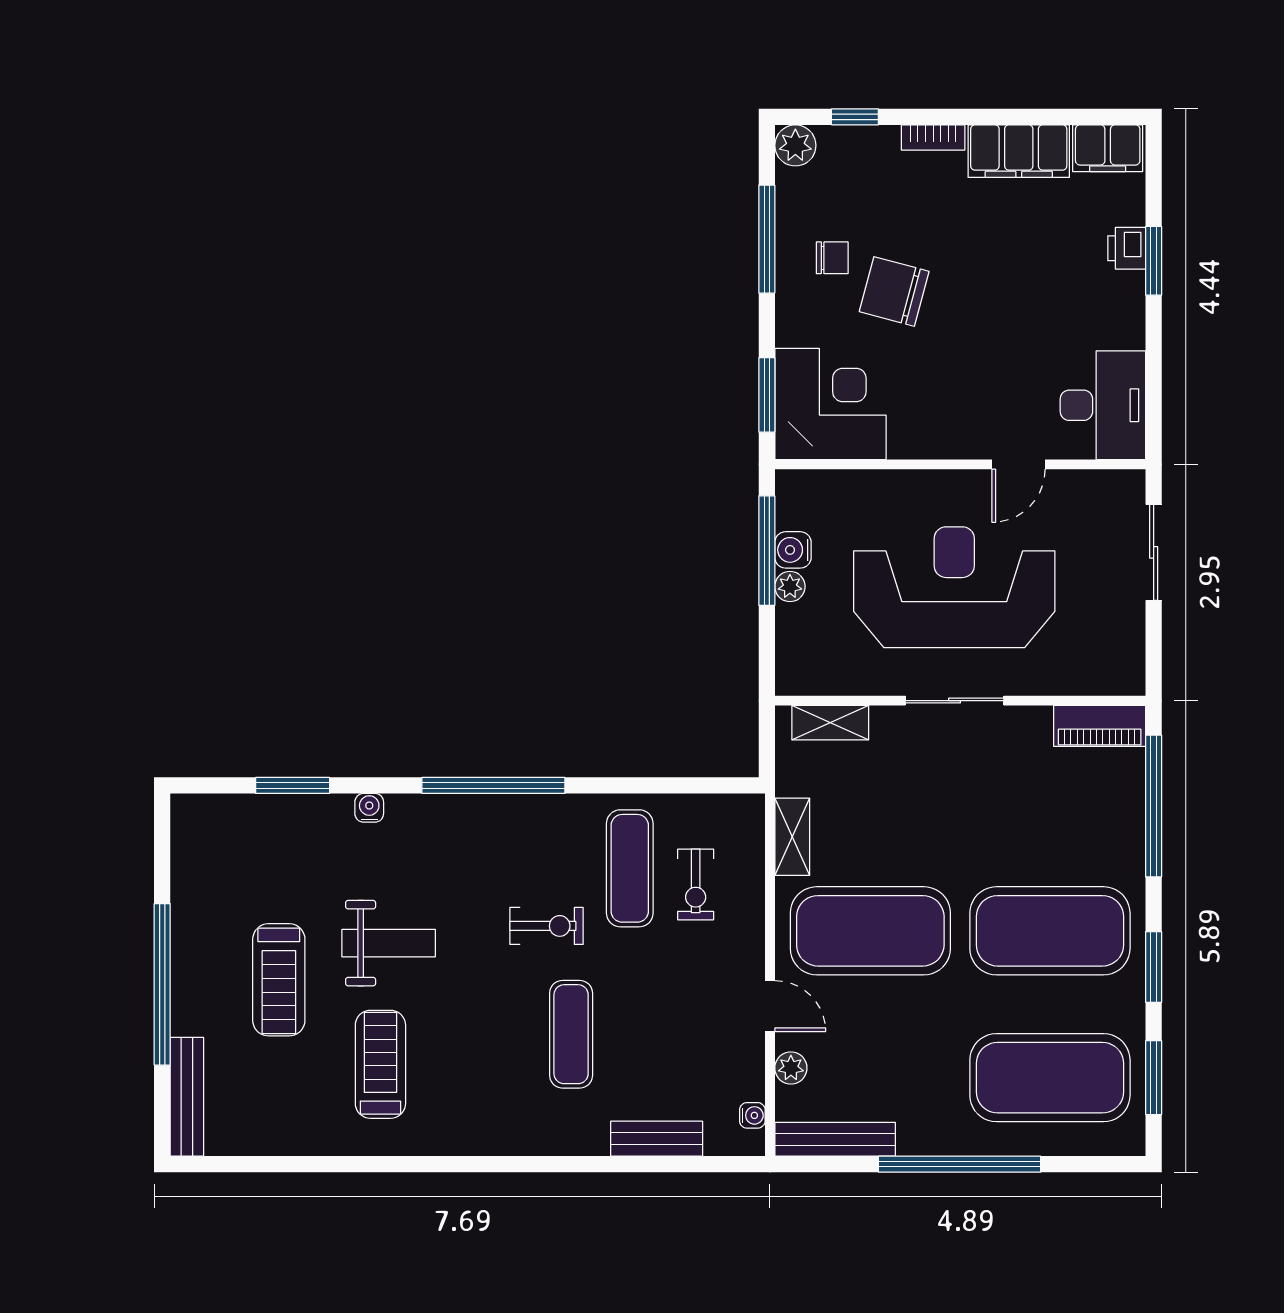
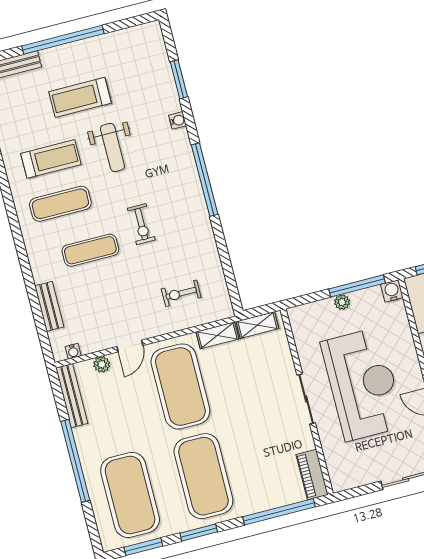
water cooler: (793, 550) -> (392, 291), moved
shelving: (830, 723) -> (257, 325), moved, turned 90
exercise mat: (630, 868) -> (60, 204), moved

